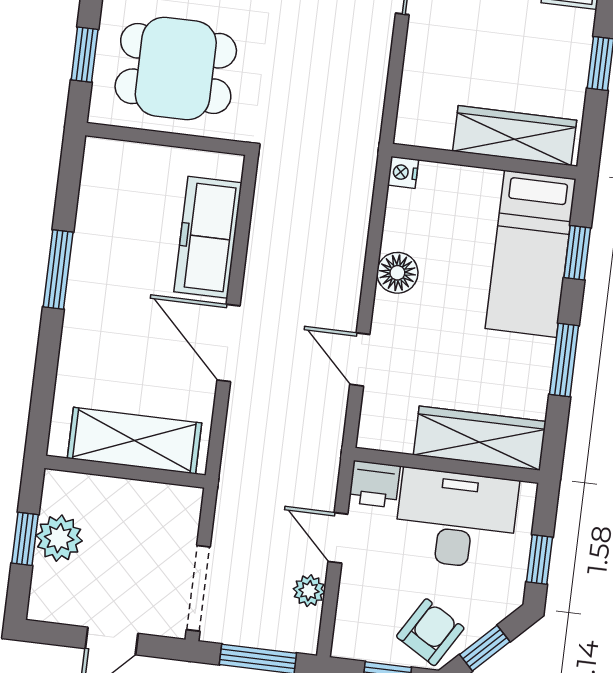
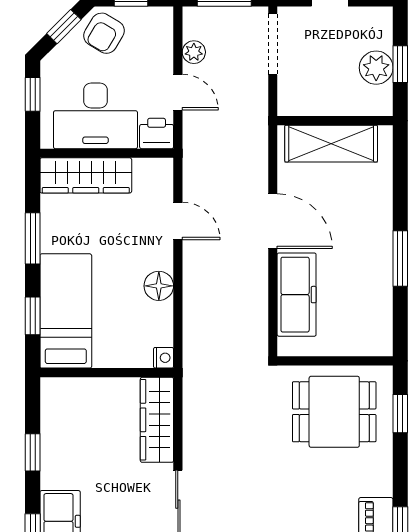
wardrobe: (515, 136) -> (157, 420), moved, turned 90

